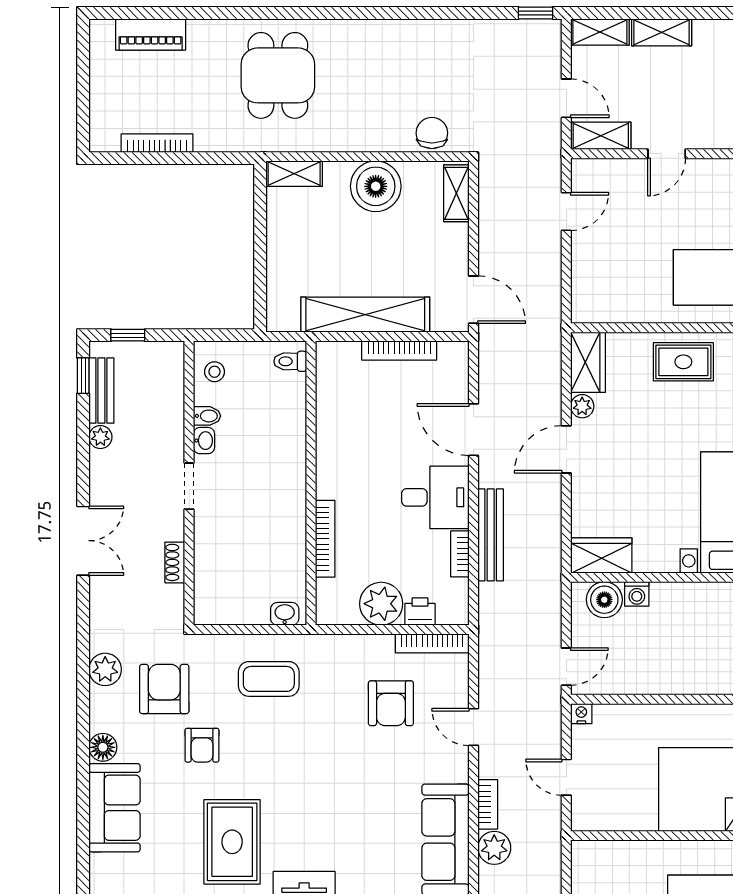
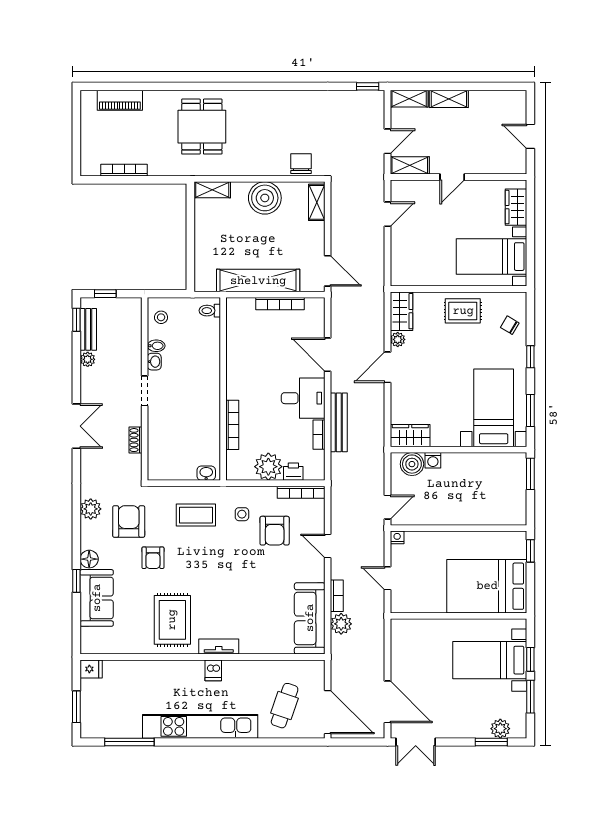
door: (566, 98) -> (387, 141), hinge flipped
side table: (340, 678) -> (242, 514), added
window: (83, 781) -> (76, 581), added

